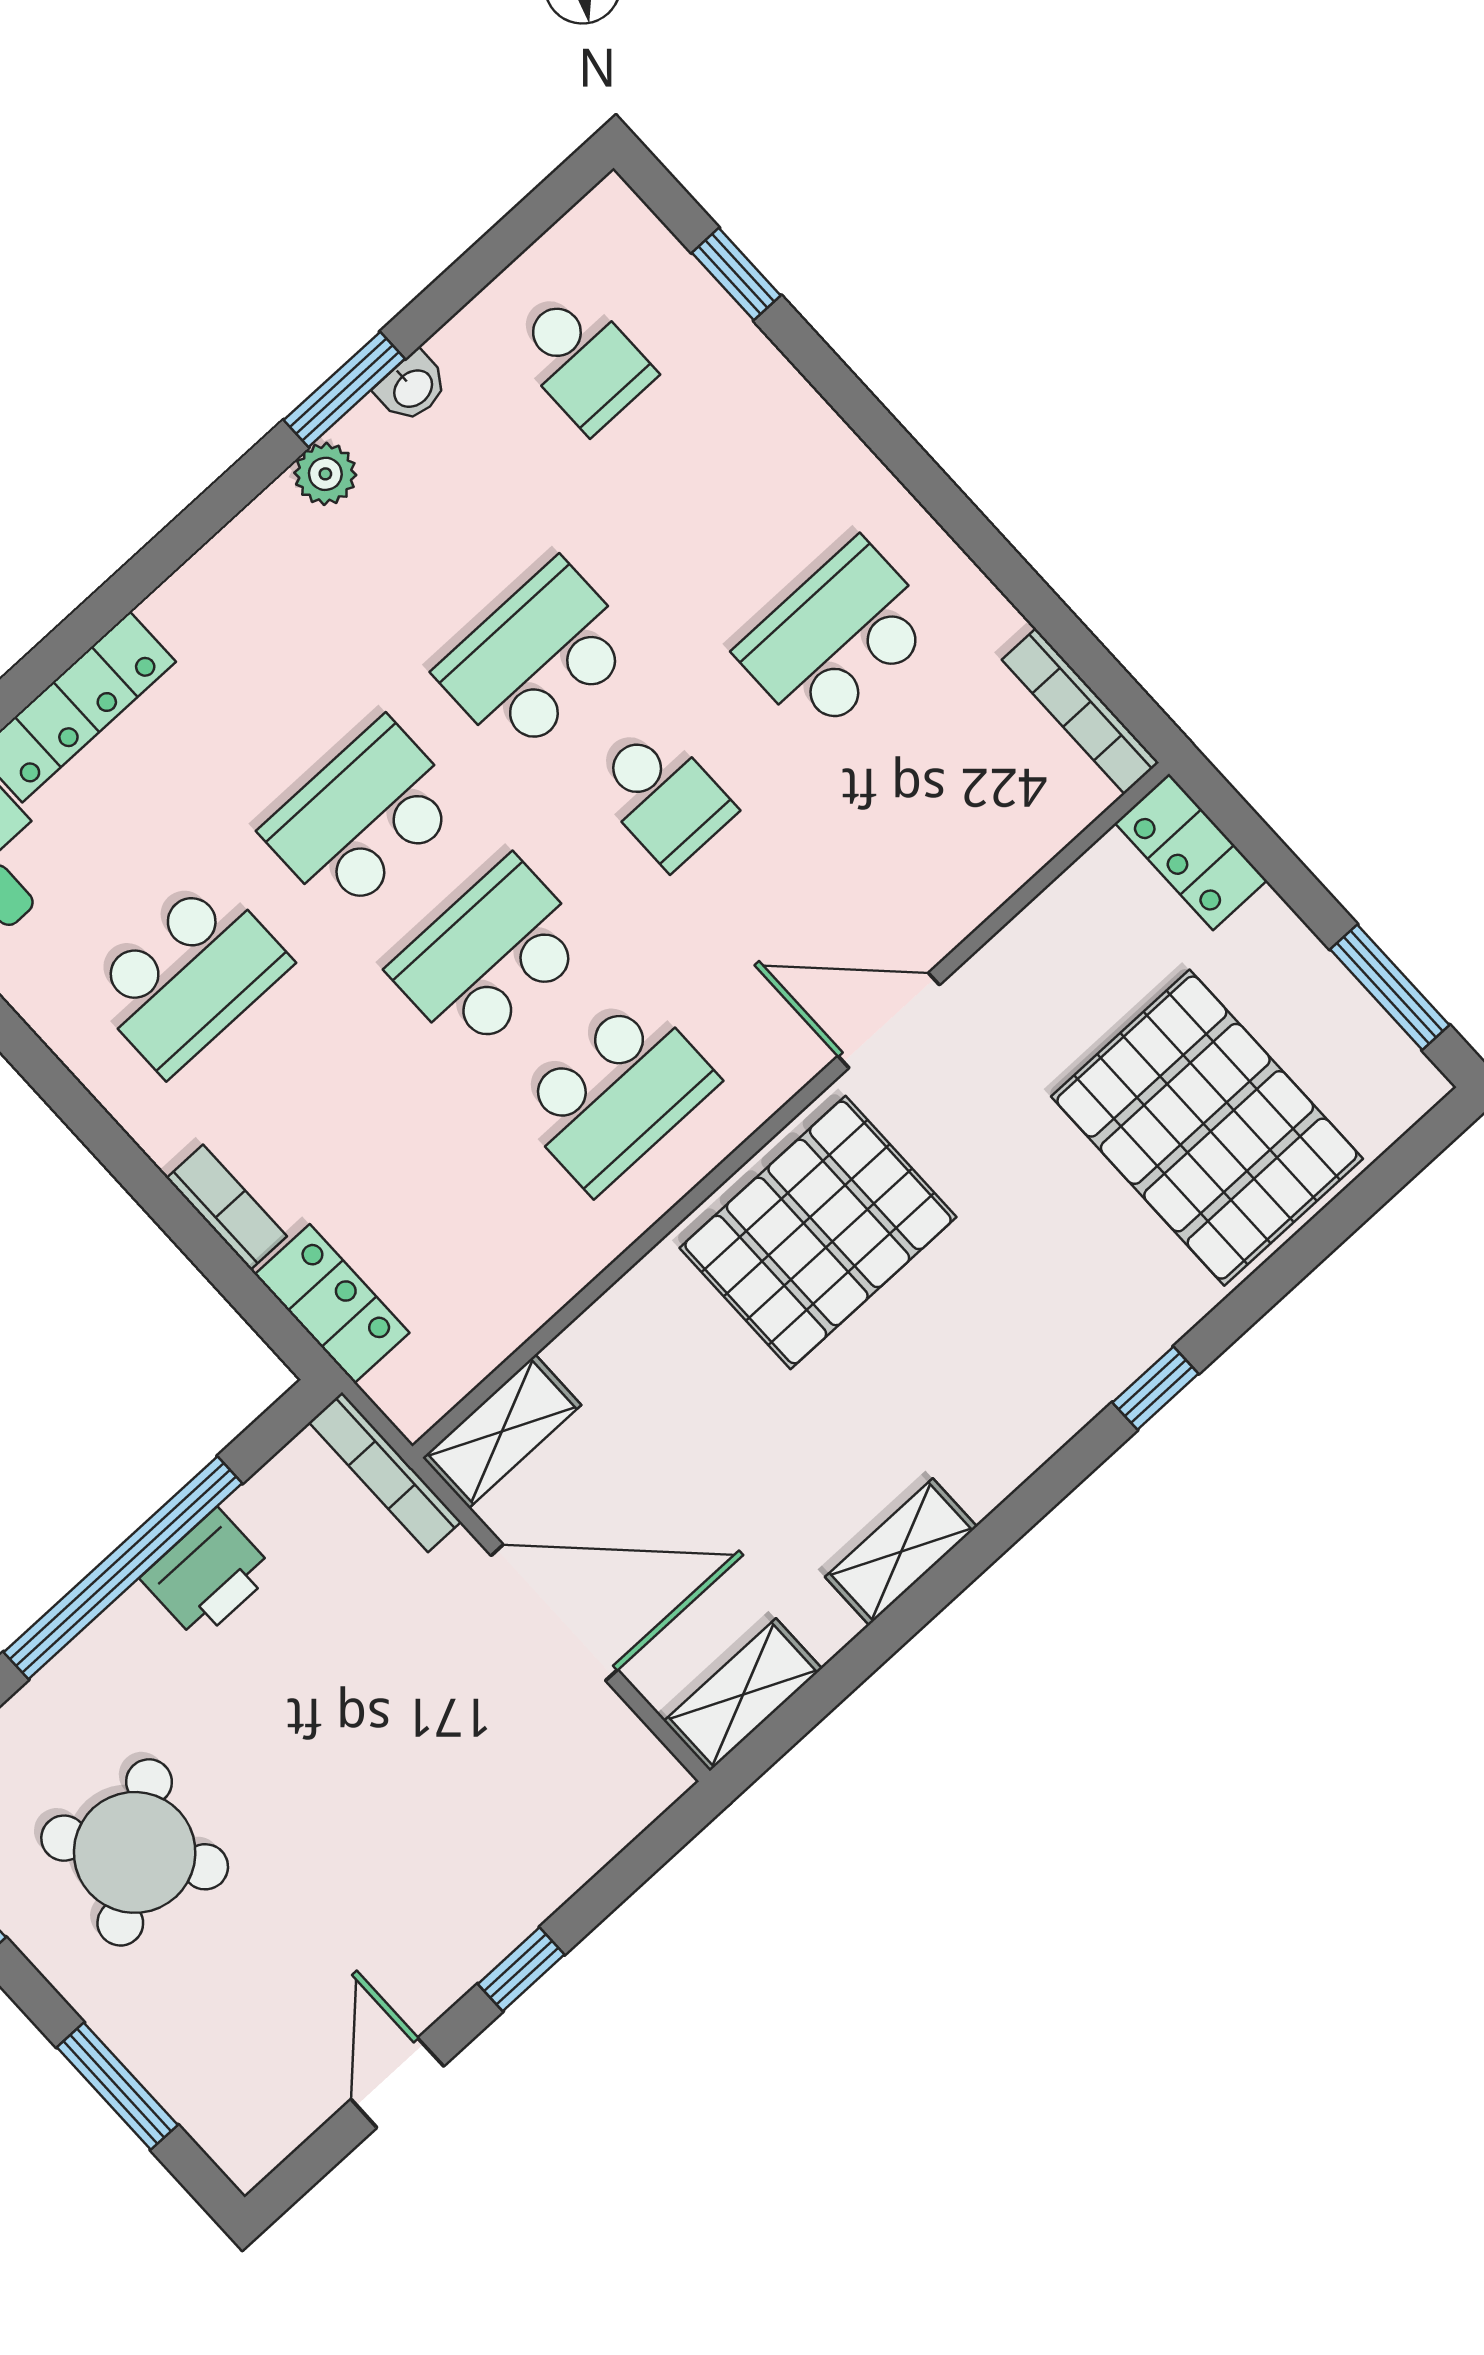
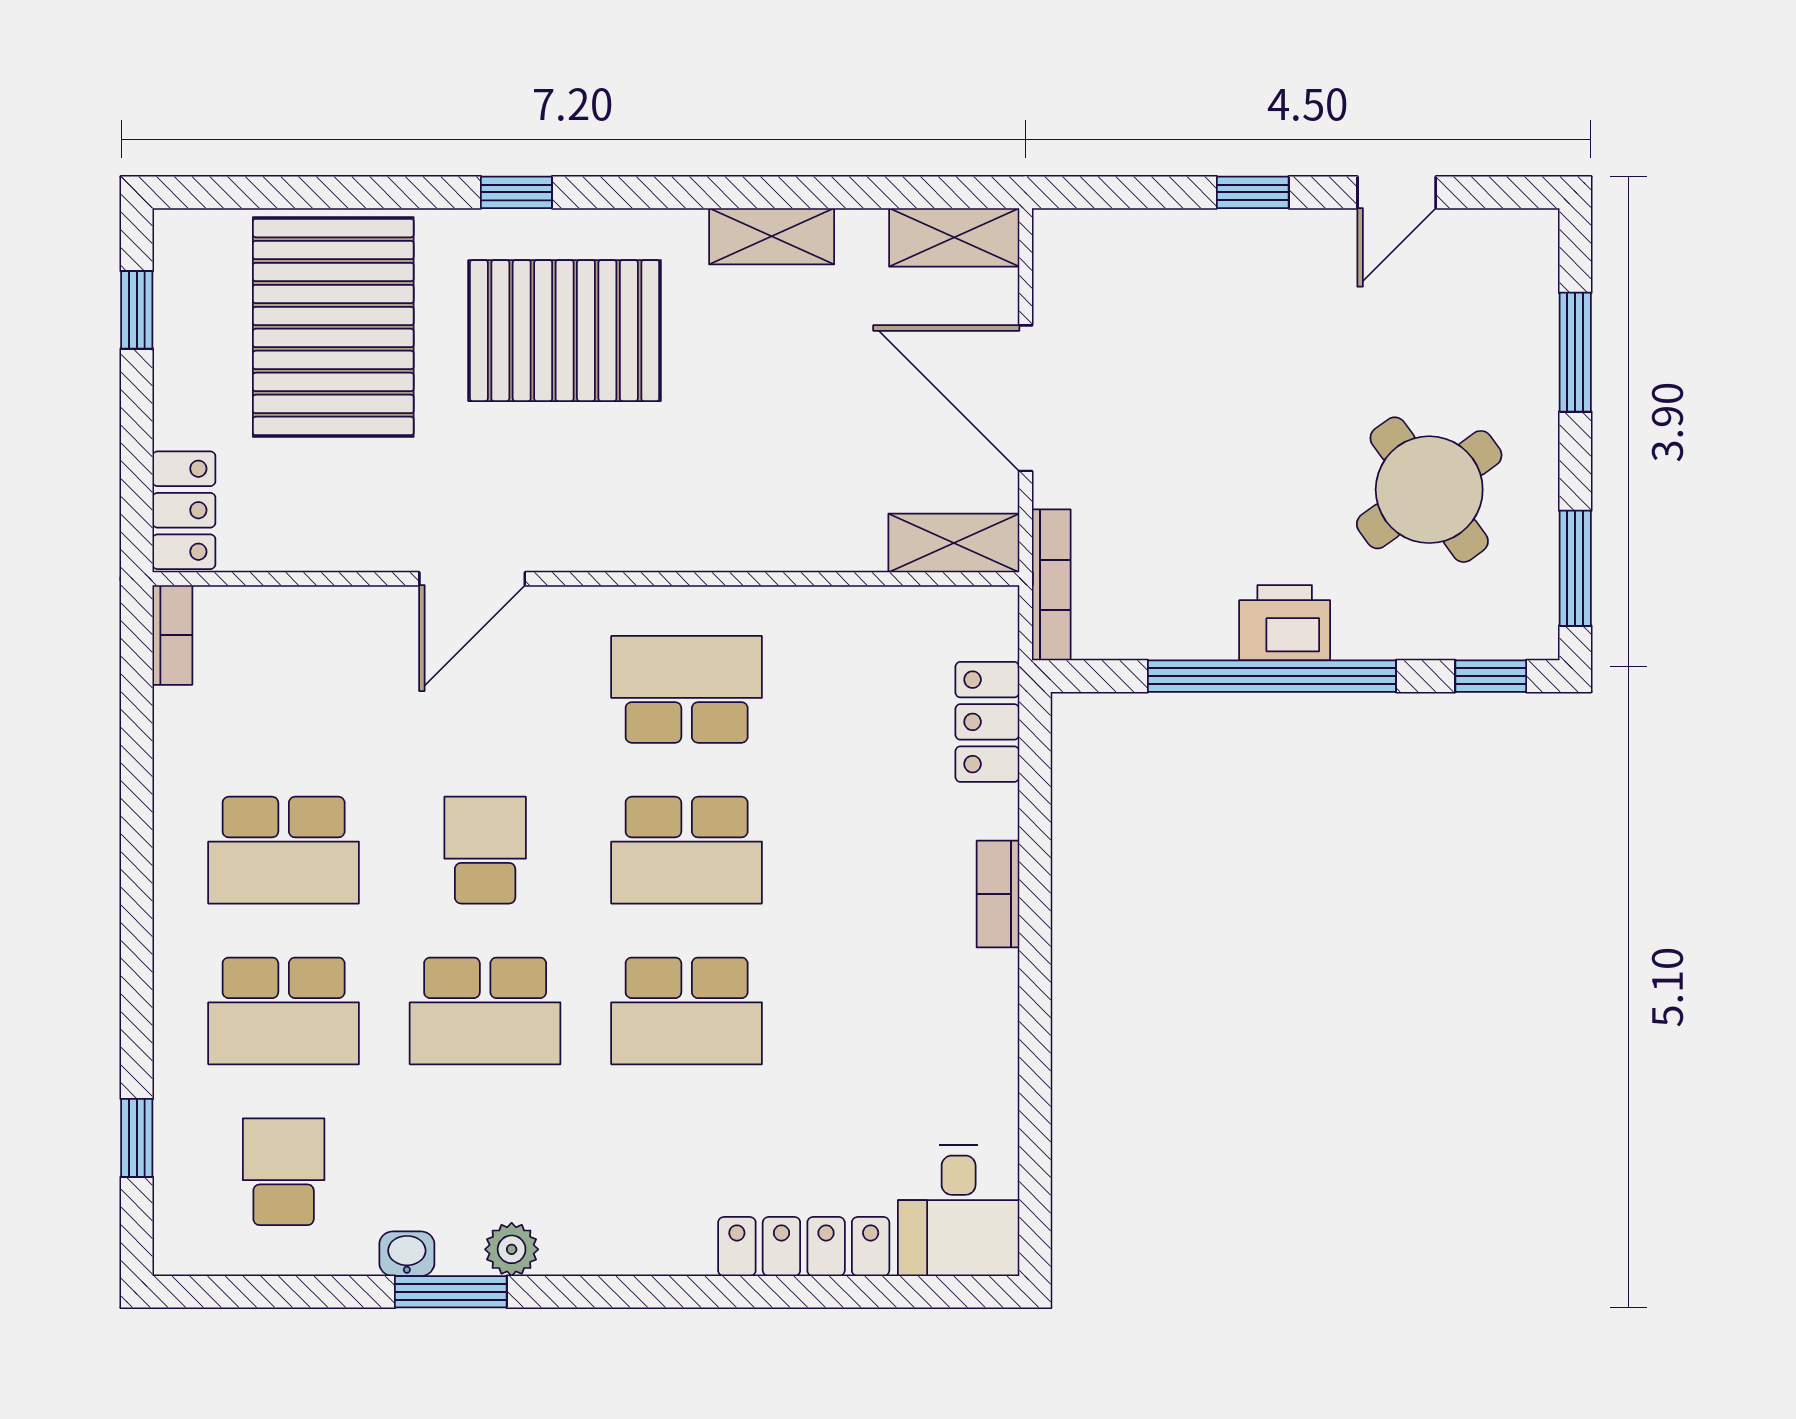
bookcase: (1080, 711) -> (172, 635), width x0.64
school desk: (189, 976) -> (284, 1011), moved, turned 180
window: (1390, 987) -> (137, 310), width x0.67
door: (889, 1020) -> (472, 579), hinge flipped
bookcase: (227, 1207) -> (998, 894), moved
pallet: (818, 1232) -> (565, 331), moved
printer: (208, 1575) -> (1285, 623), moved

